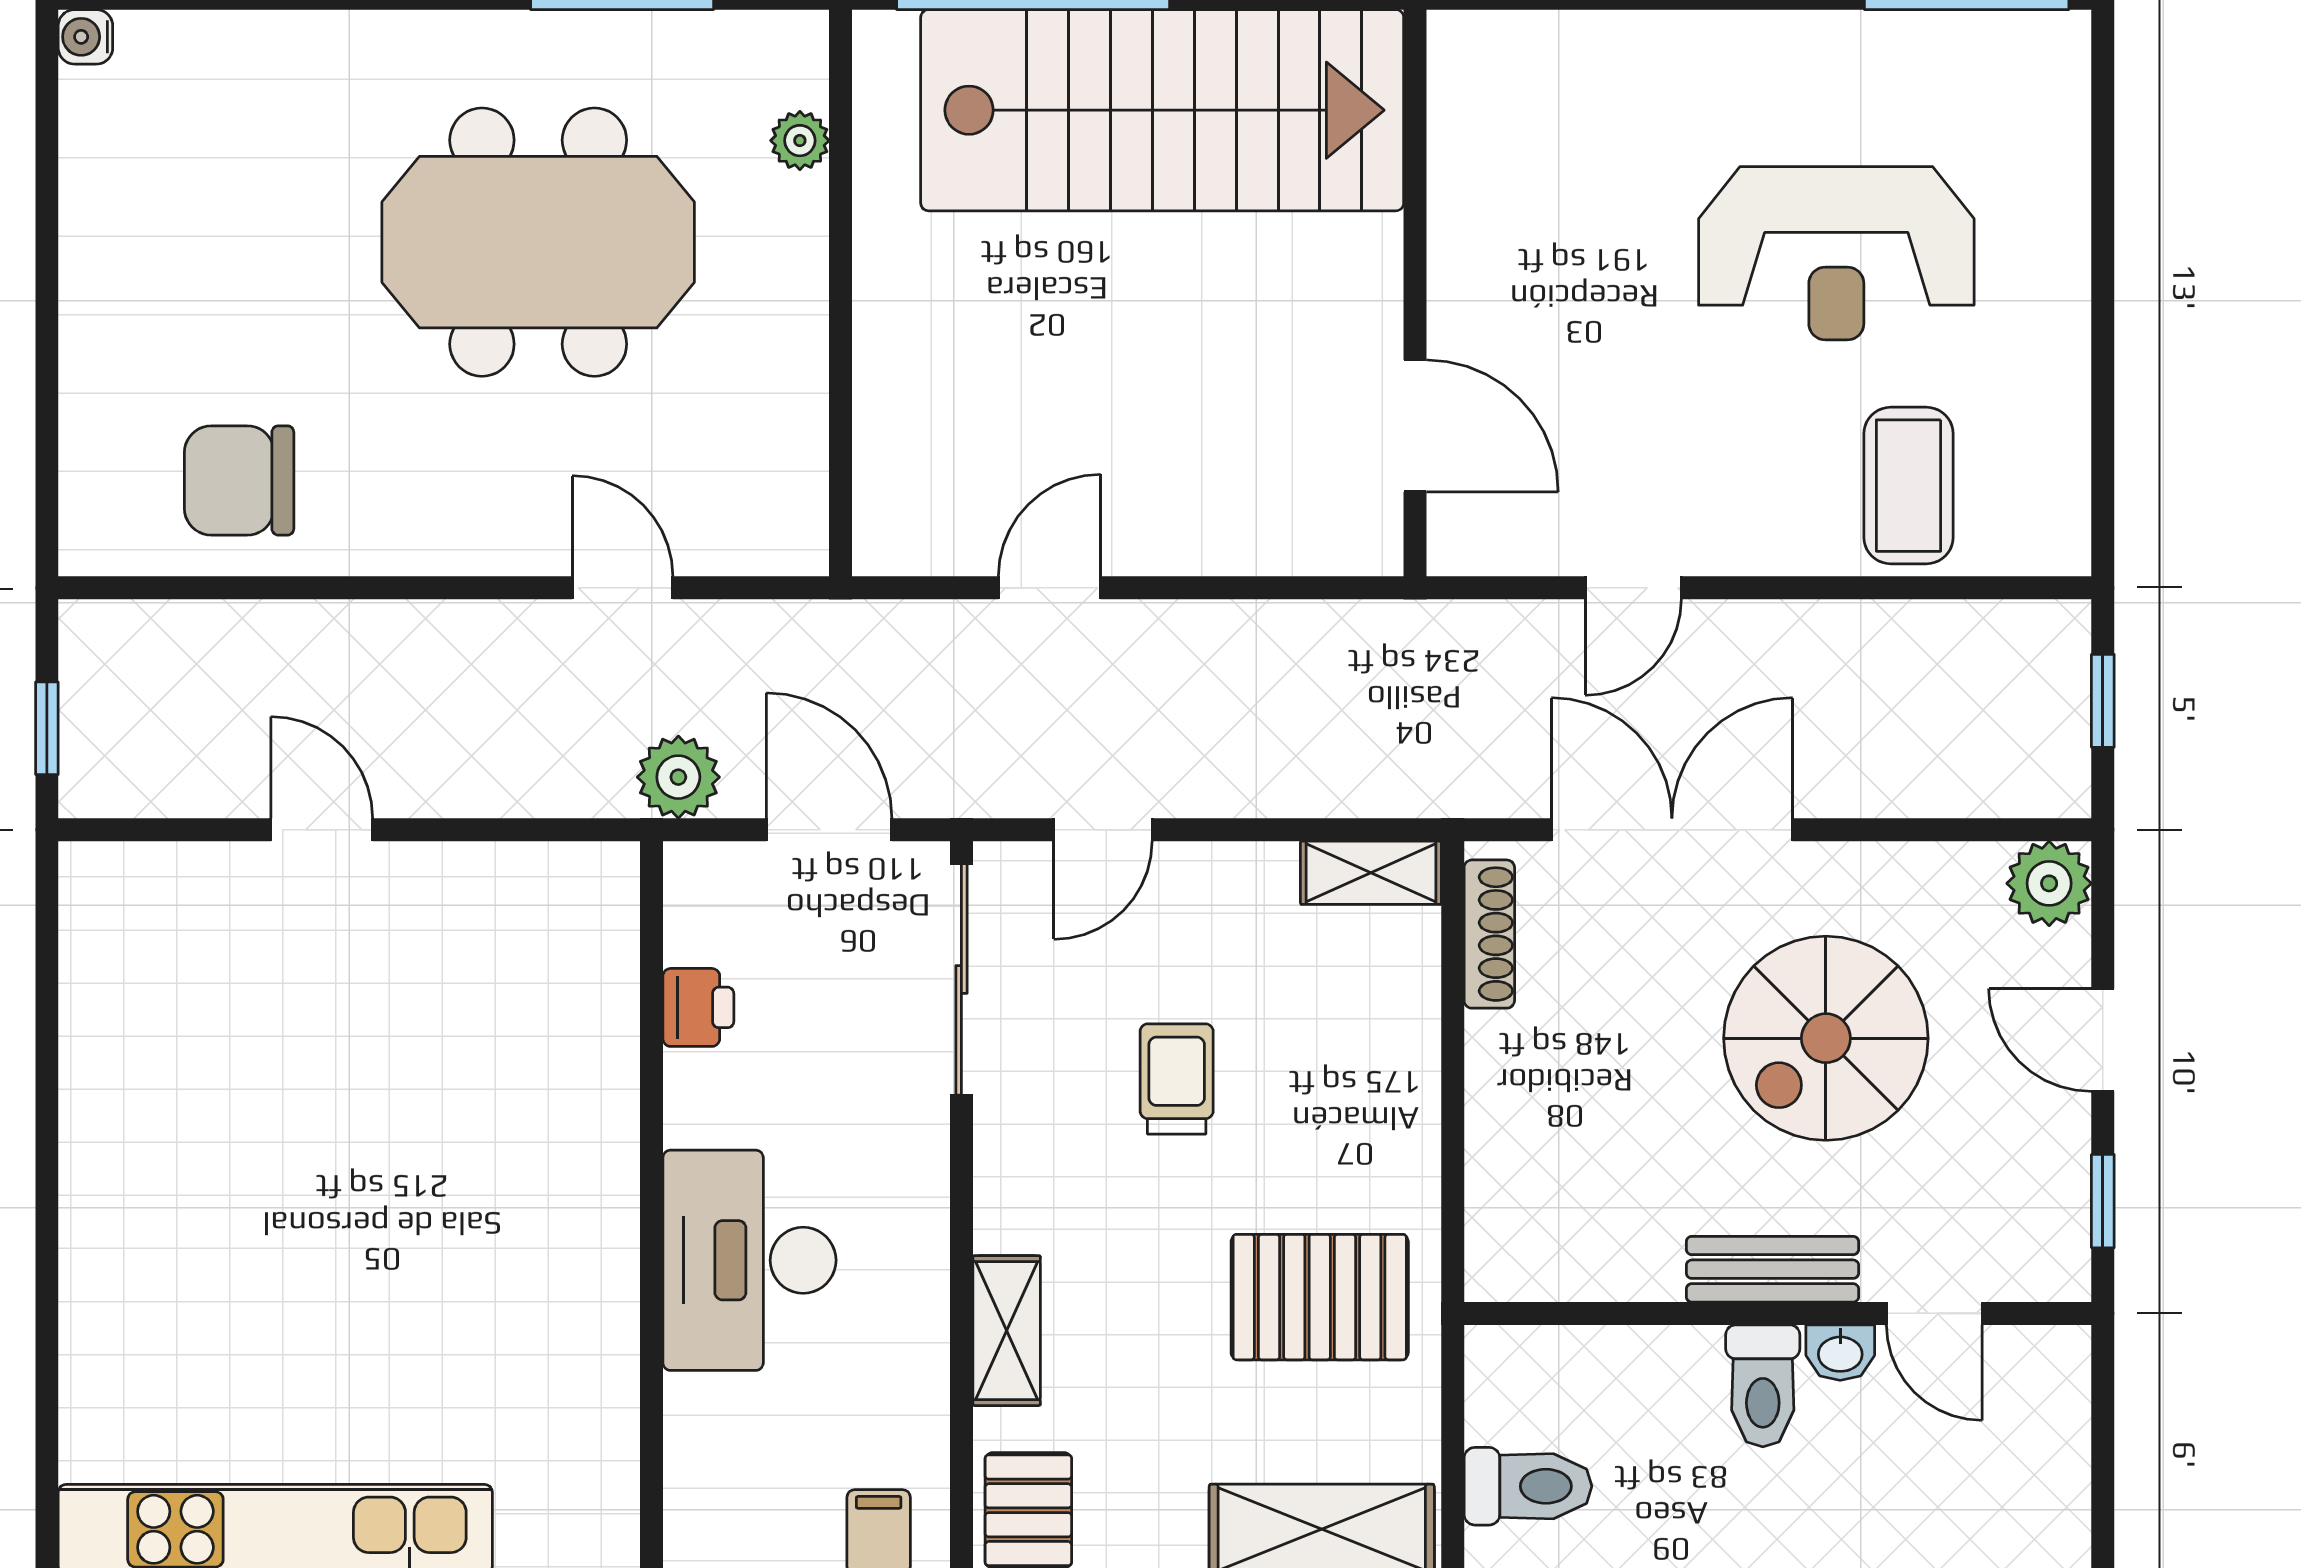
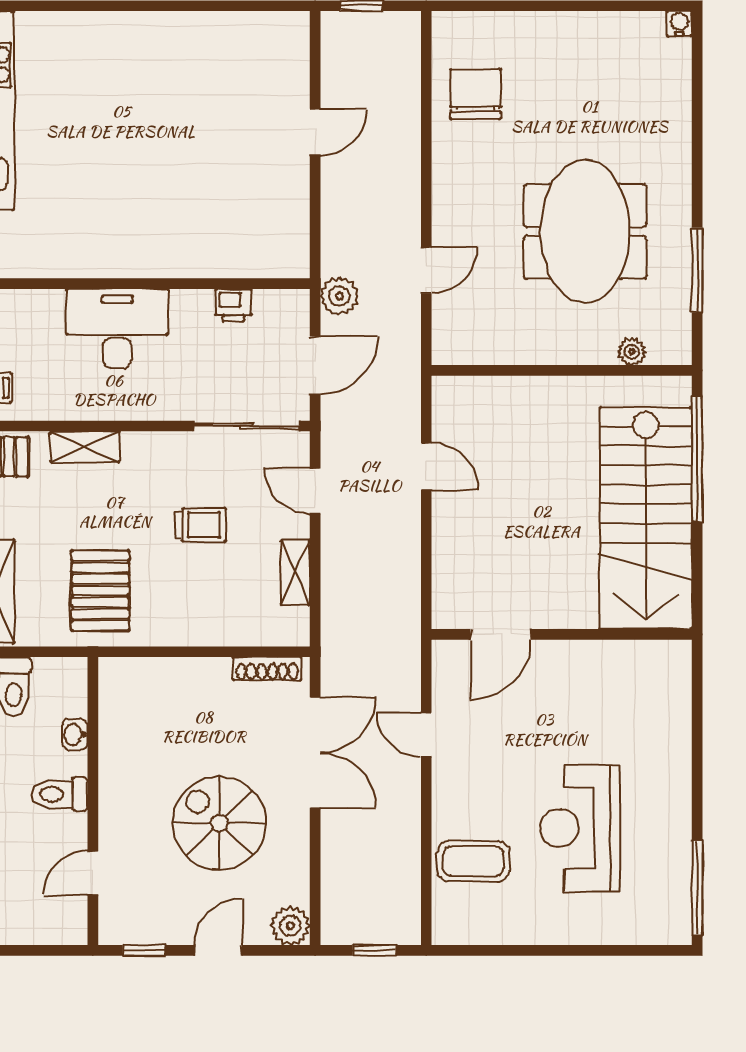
shelving: (1371, 873) -> (295, 573), moved
bench: (1772, 1269) -> (113, 799), removed
washbasin: (1840, 1353) -> (75, 734), moved

